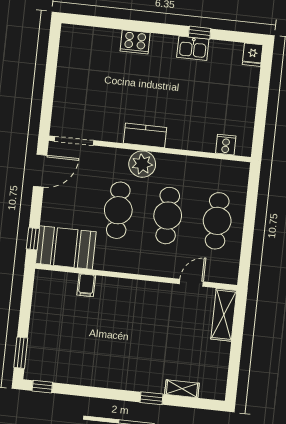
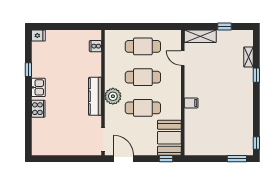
kitchen sink: (193, 48) -> (38, 87), moved
kitchen counter: (145, 135) -> (95, 96), width x1.50
filing cabinet: (86, 285) -> (191, 103), moved
window: (235, 355) -> (224, 27), added

